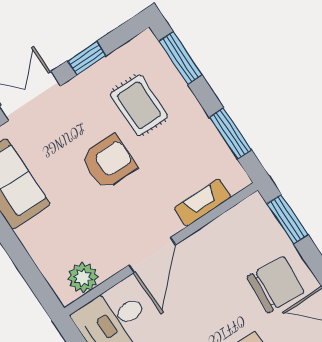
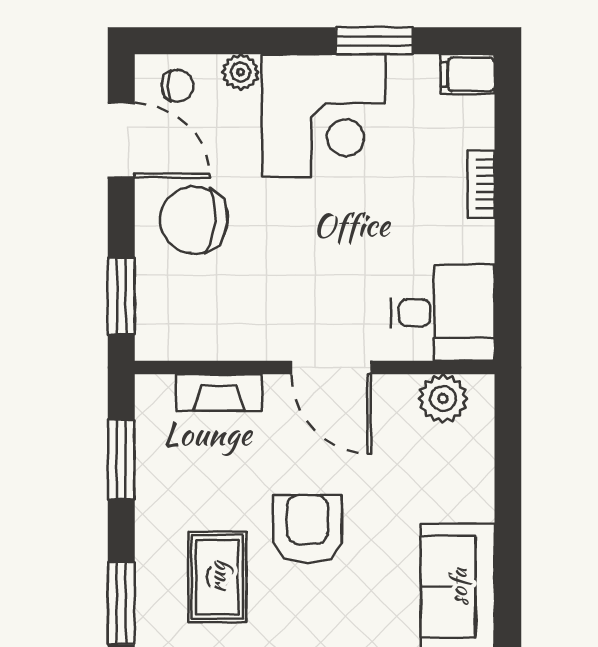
armchair: (108, 162) -> (307, 529), turned 90
door: (152, 255) -> (331, 367), swing flipped

